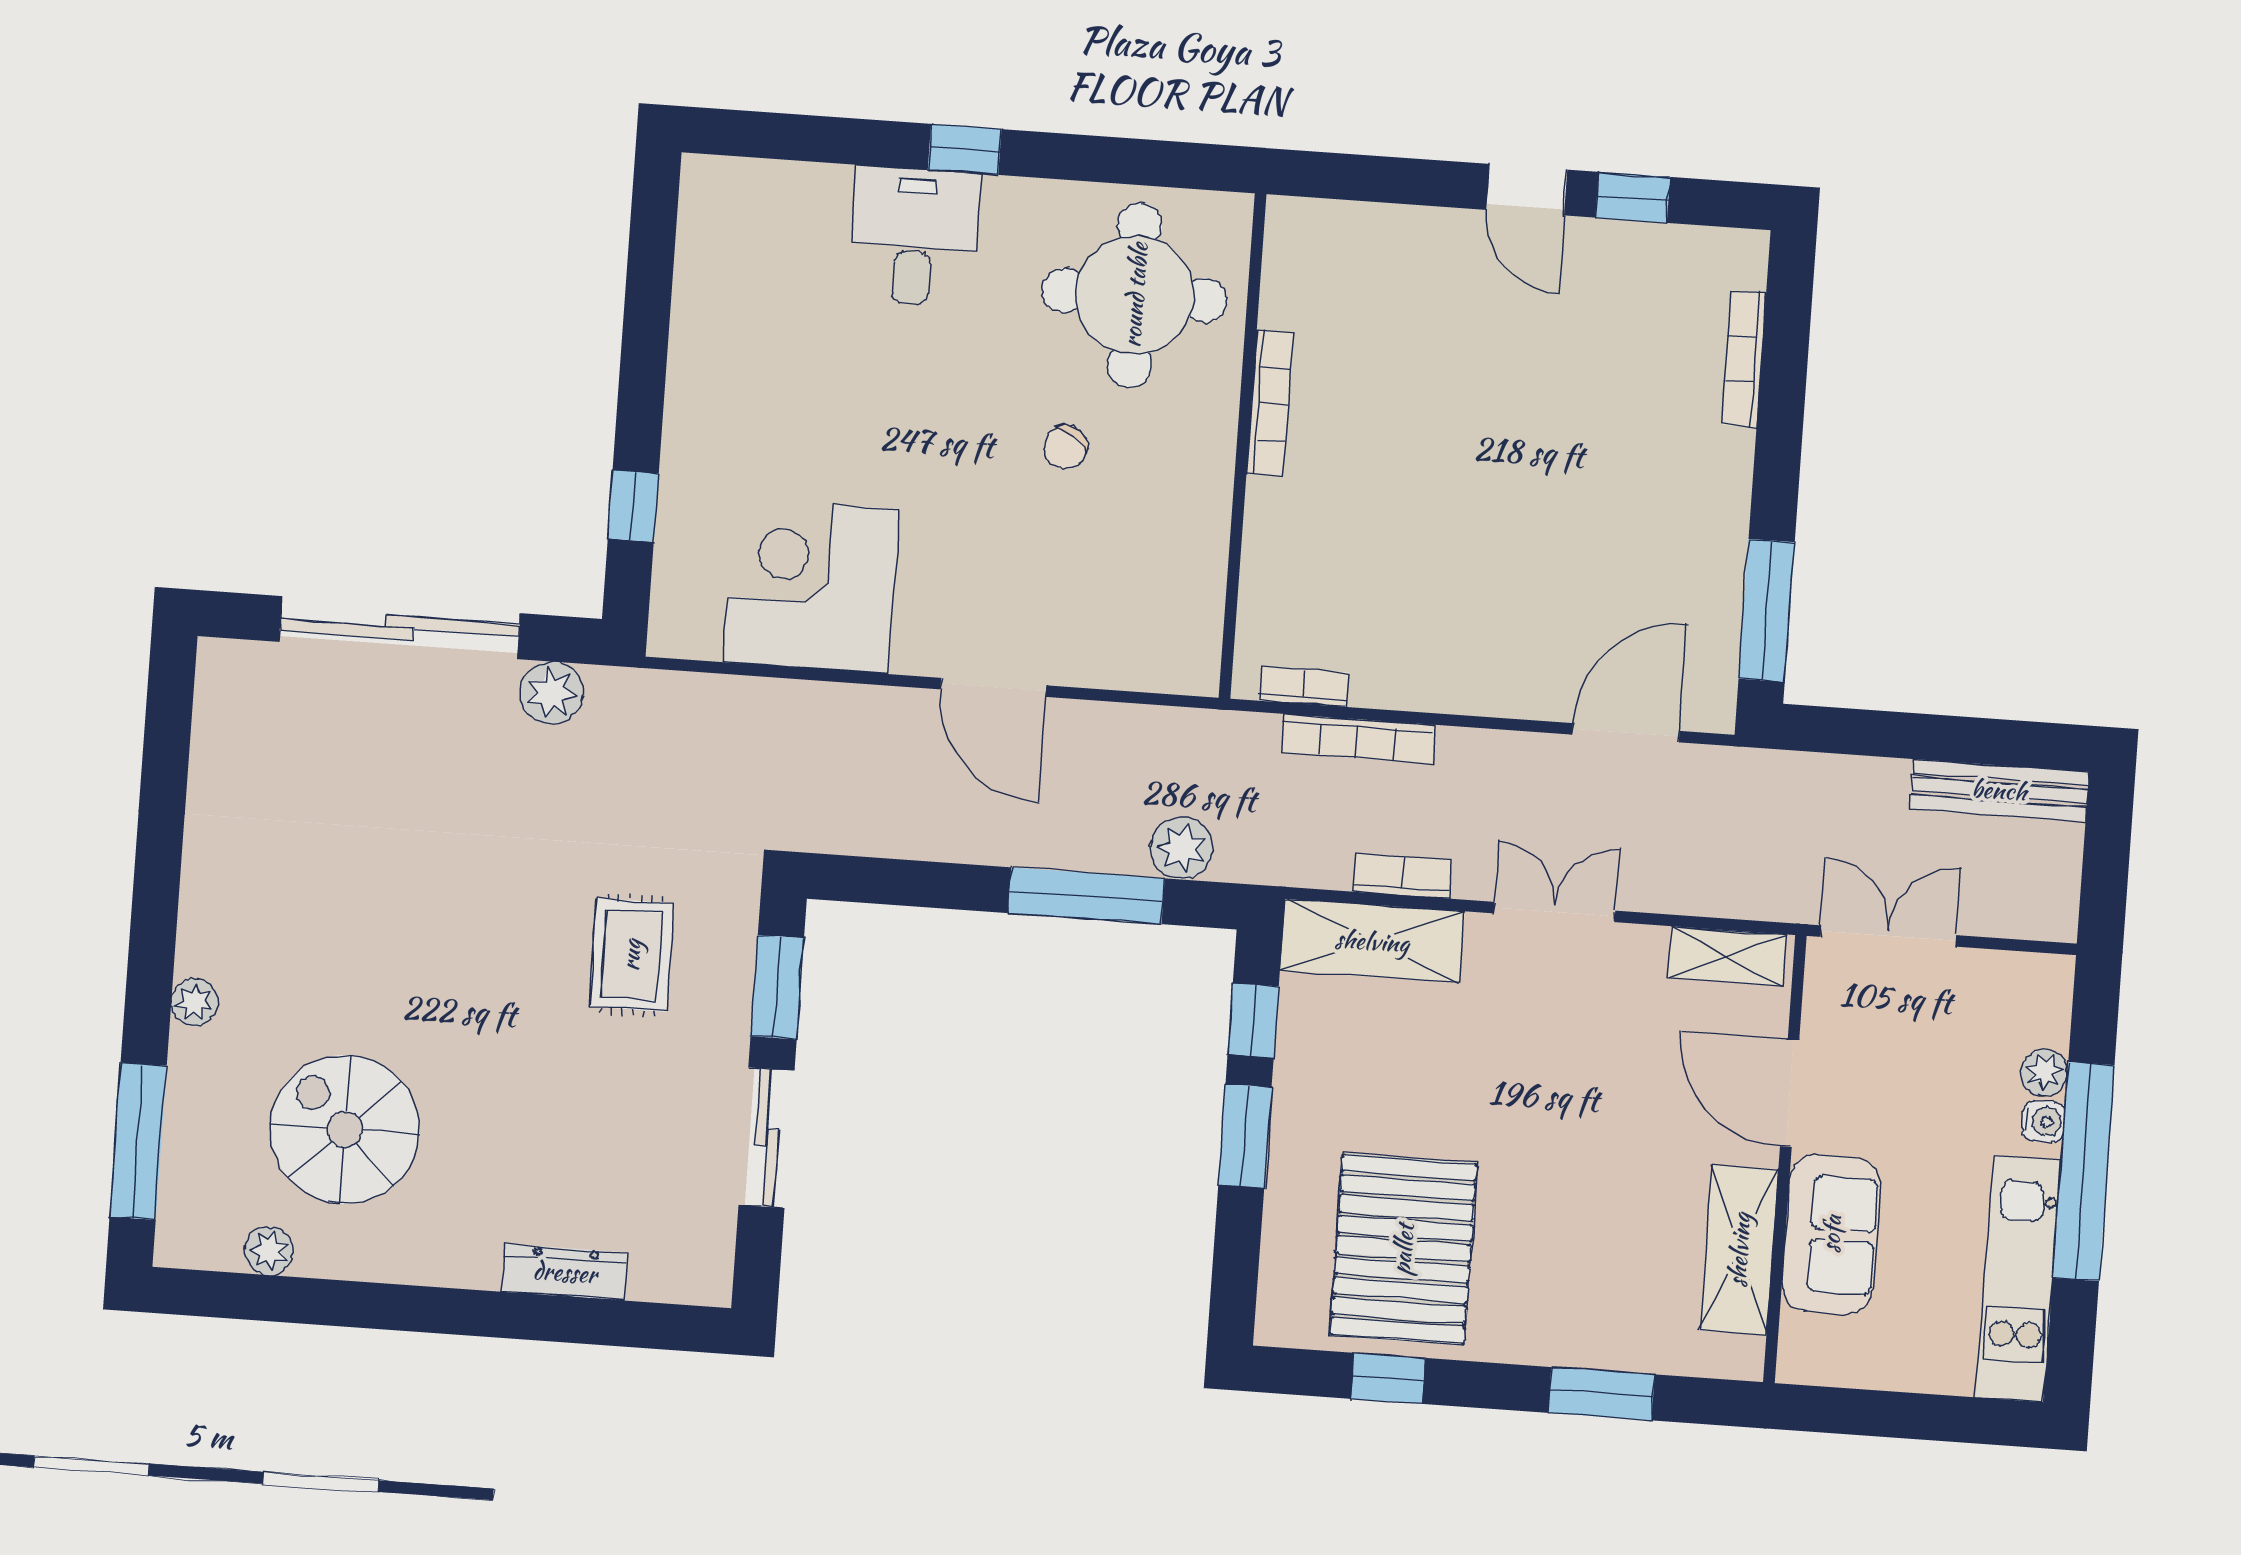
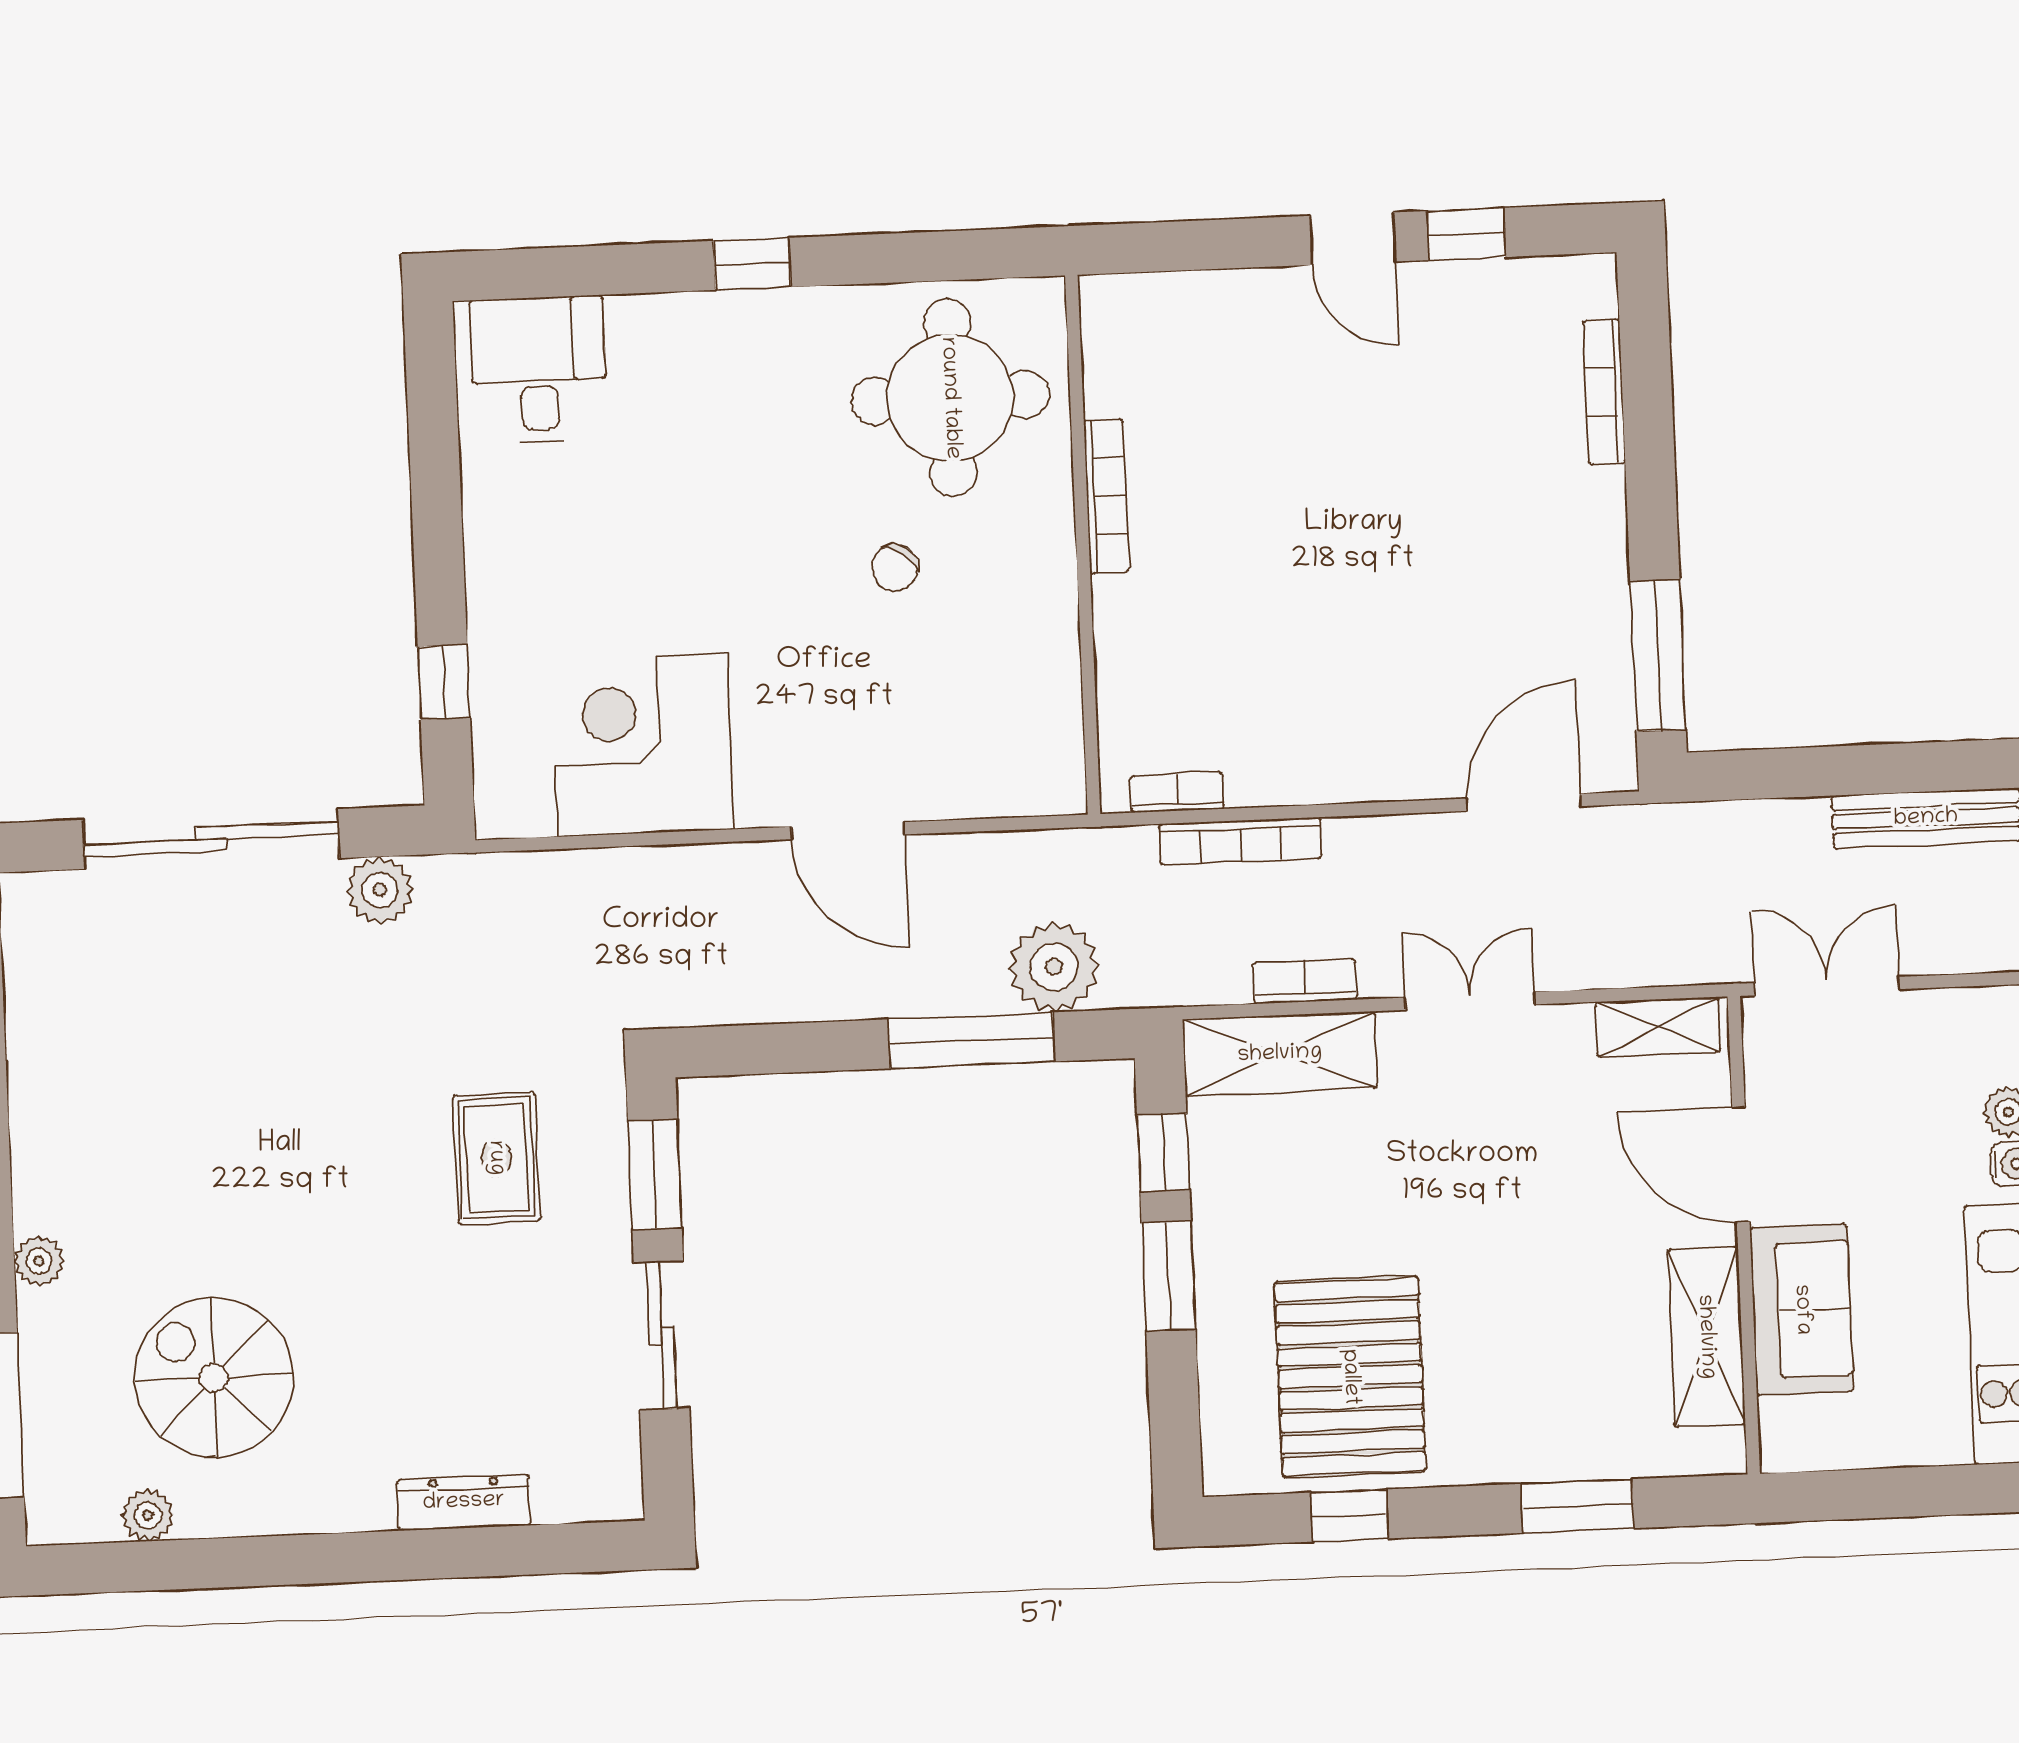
desk: (914, 236) -> (539, 369), moved
plant: (1182, 848) -> (1054, 967), width x1.36, depth x1.36

